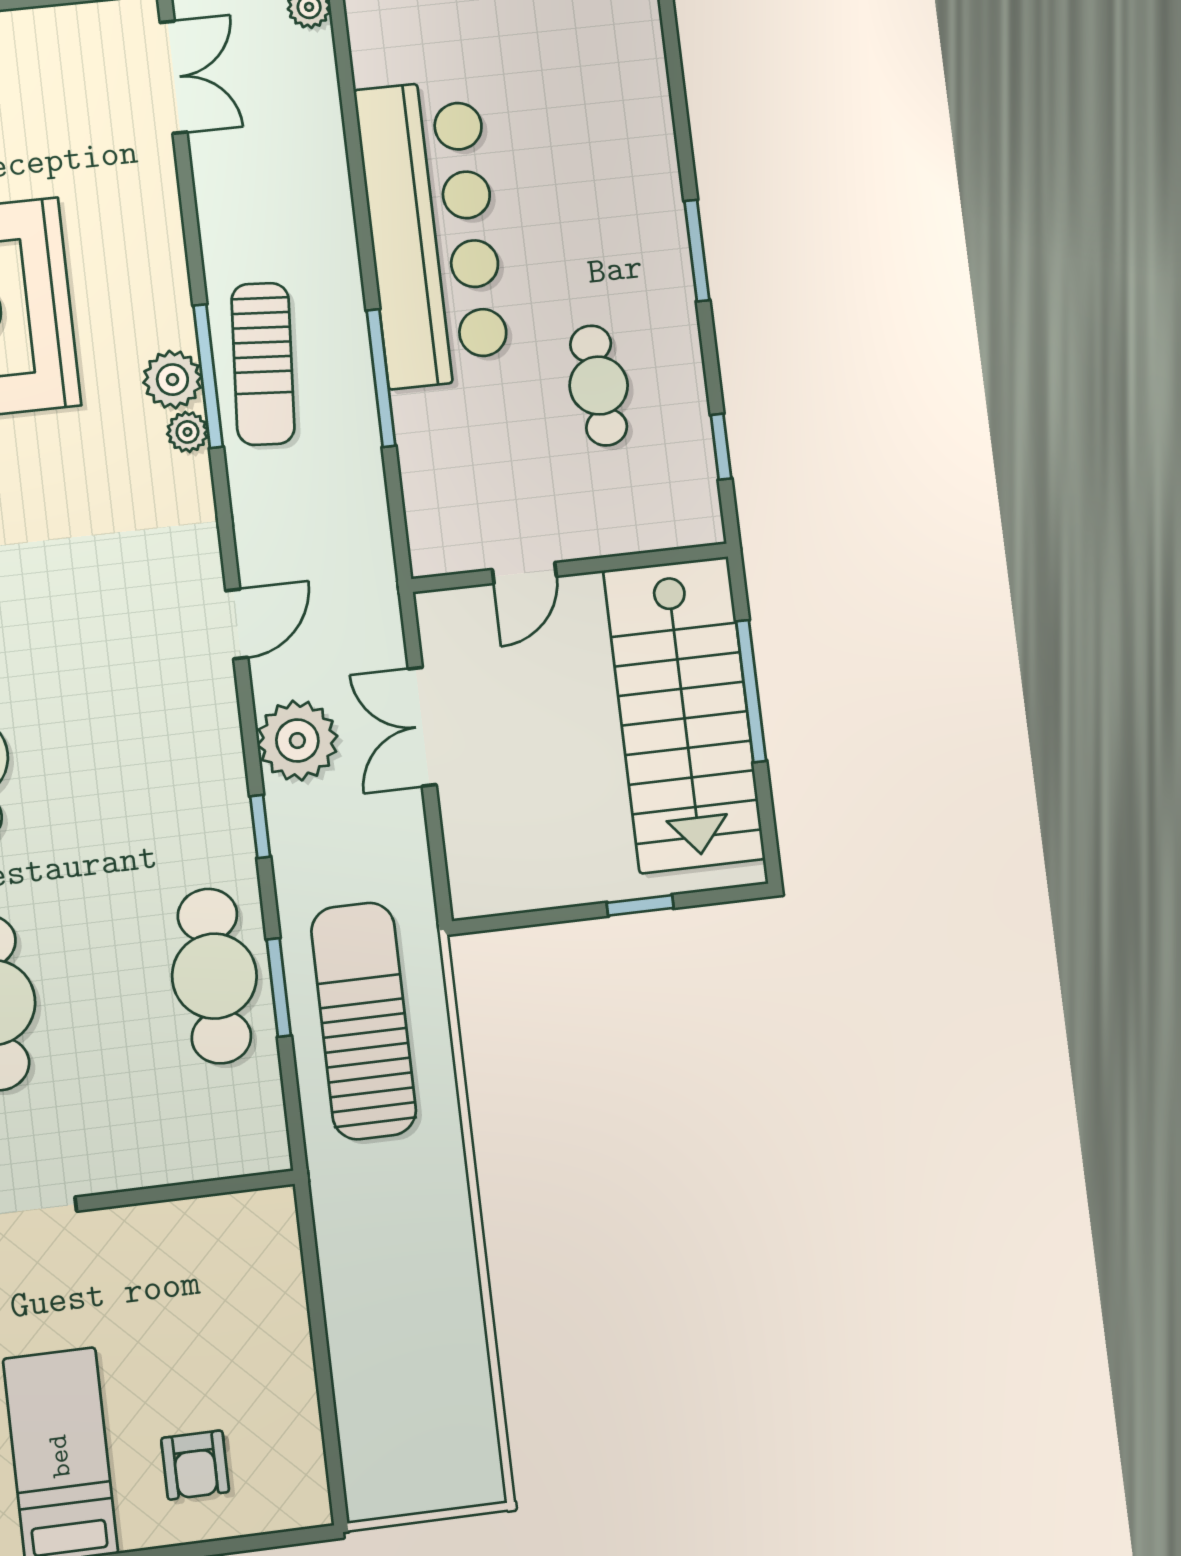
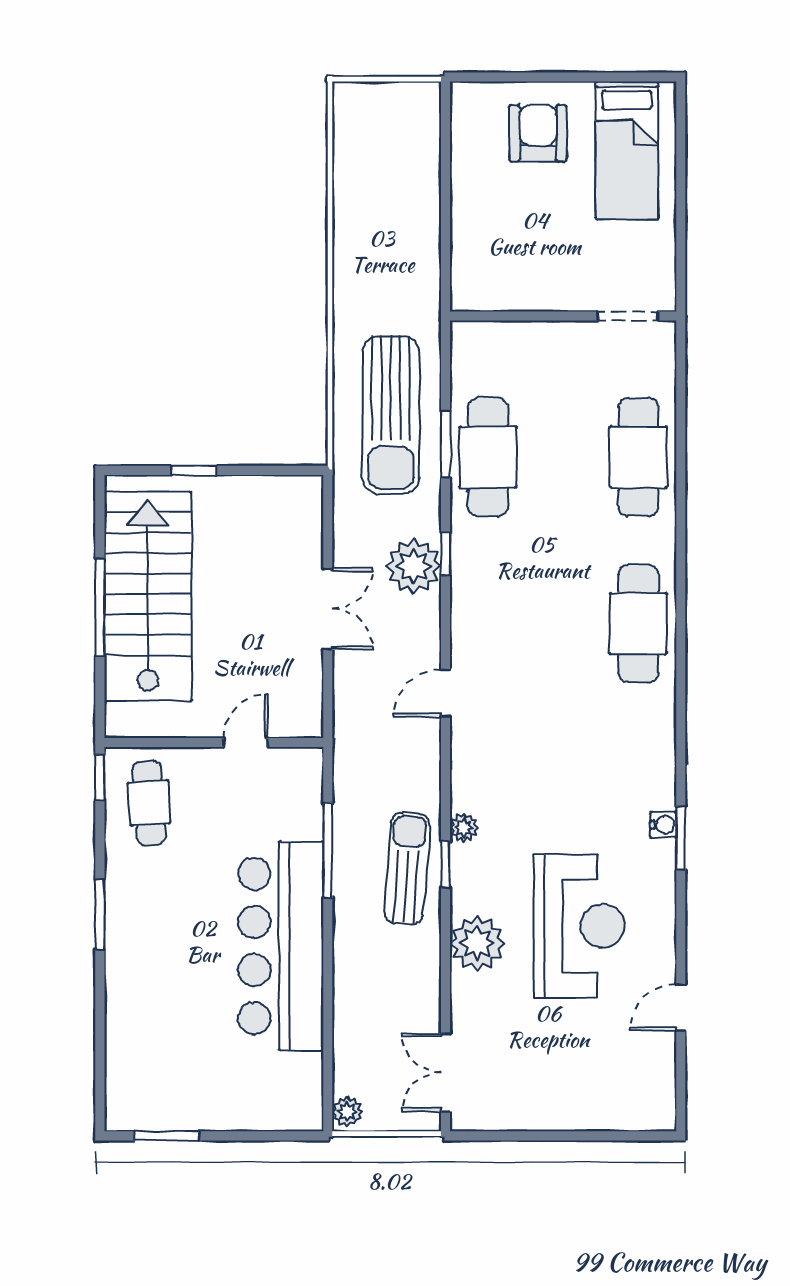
window: (208, 376) -> (445, 864), width x0.46
plant: (173, 380) -> (477, 943), moved, width x1.36, depth x1.36
cafe table: (599, 386) -> (149, 803), moved
wall: (570, 568) -> (214, 742), moved
door: (524, 573) -> (246, 742), moved
plant: (297, 741) -> (414, 566), moved
armchair: (195, 1465) -> (538, 133), width x1.38, depth x1.38

